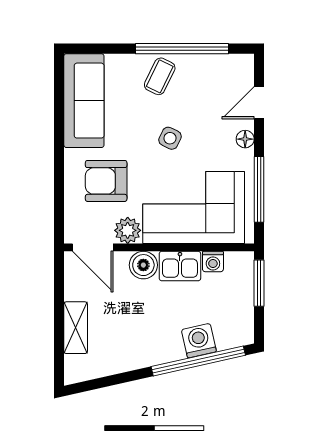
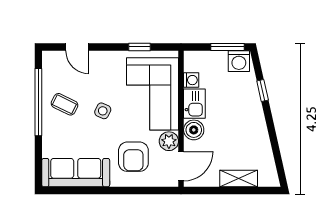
coffee table: (160, 76) -> (64, 104), moved
floor lamp: (245, 139) -> (103, 57), removed
window: (259, 189) -> (139, 47), width x0.46
window: (259, 283) -> (227, 47), moved
washing machine: (199, 341) -> (239, 61), moved, turned -77
window: (198, 361) -> (263, 91), width x0.32

